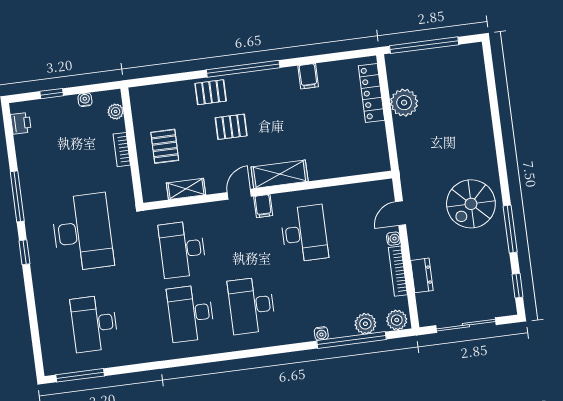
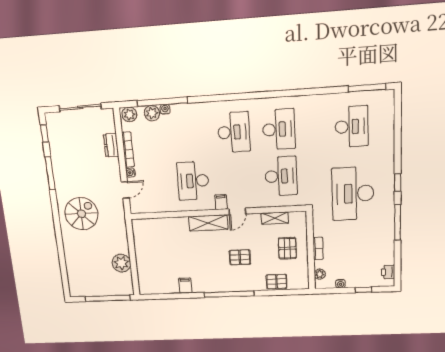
pallet: (211, 92) -> (277, 282), moved
locker: (371, 93) -> (143, 271), removed
spiral stairs: (471, 204) -> (81, 214), moved
water cooler: (321, 333) -> (165, 109), moved

